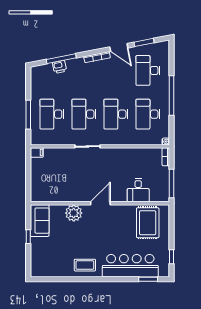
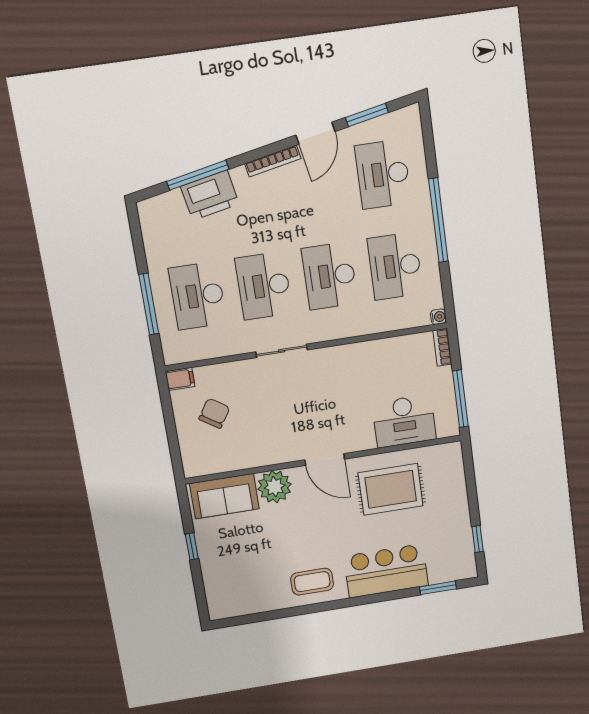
door: (119, 47) -> (315, 133), hinge flipped
printer: (59, 67) -> (210, 195), width x1.87, depth x1.48
chair: (50, 172) -> (214, 413), added
desk: (138, 190) -> (404, 421), width x1.37
door: (100, 203) -> (325, 459), swing flipped
sofa: (40, 221) -> (224, 496), moved, turned 90
rug: (148, 223) -> (391, 489), moved, turned 90
bar counter: (130, 266) -> (386, 571), width x0.73

